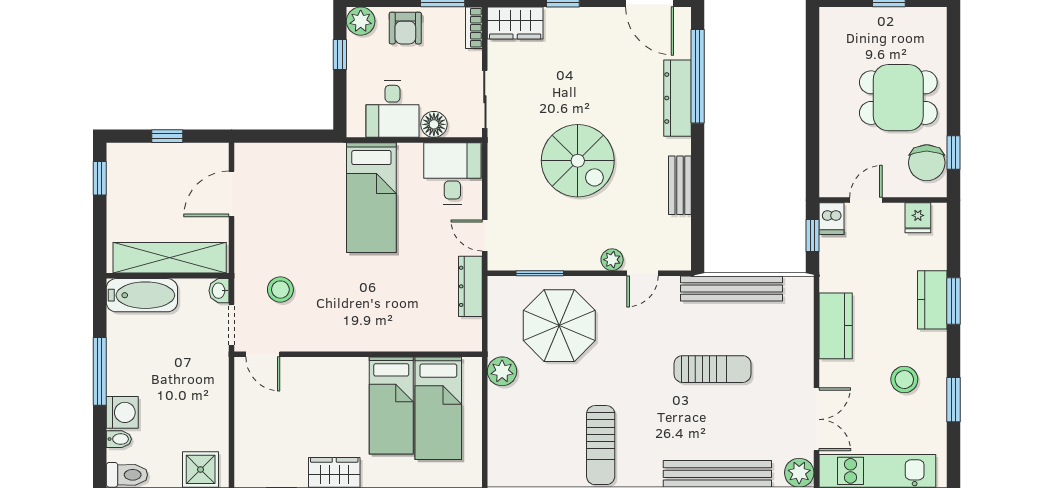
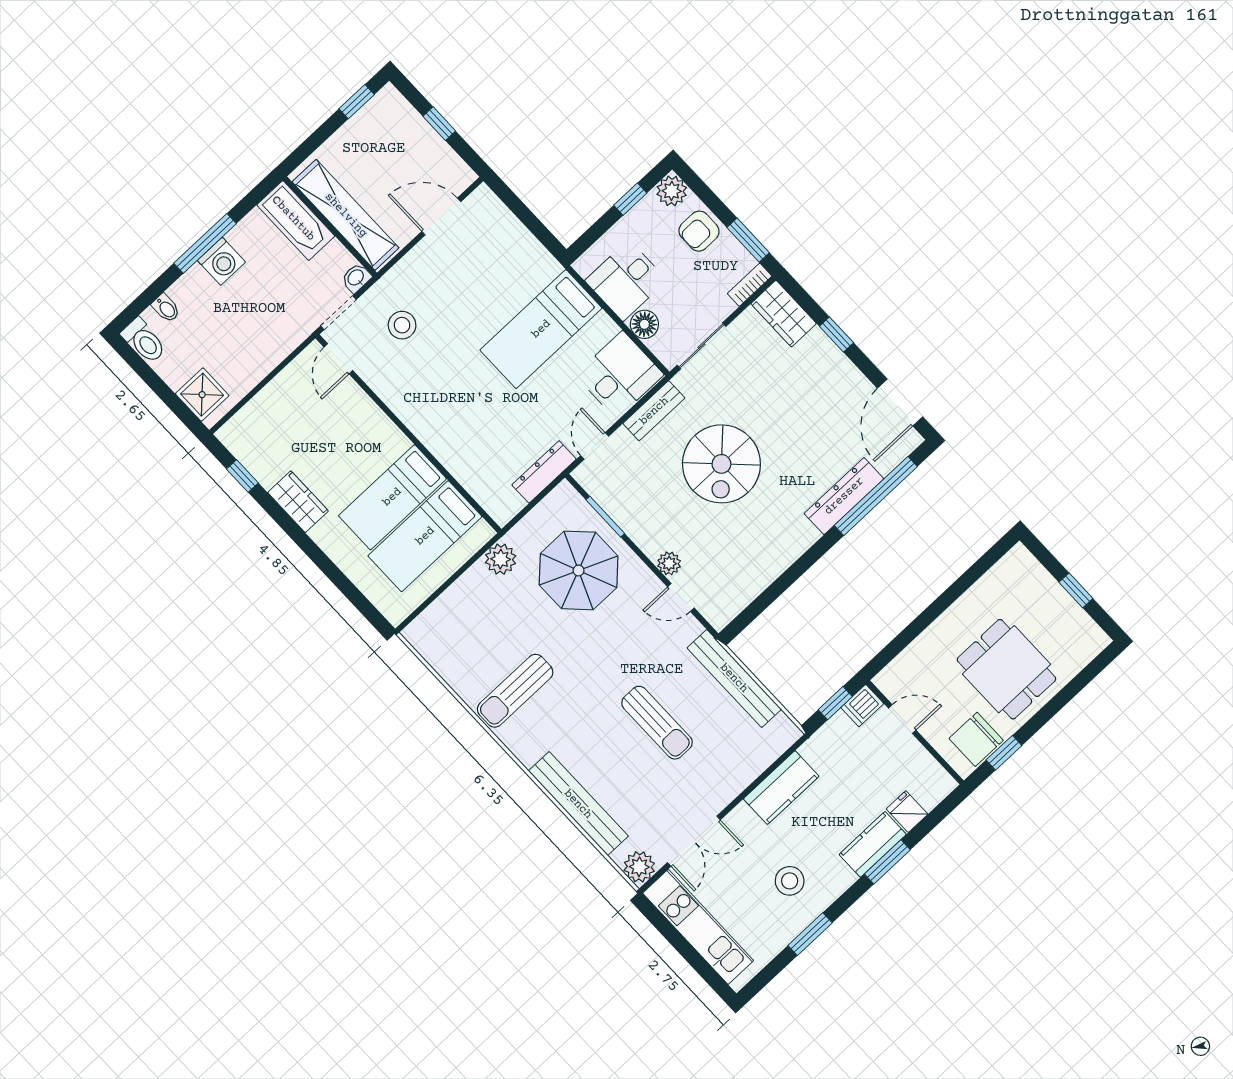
bench: (680, 185) -> (654, 411), moved
fridge: (918, 218) -> (907, 812), moved, turned 90
washing machine: (122, 412) -> (221, 261), moved

